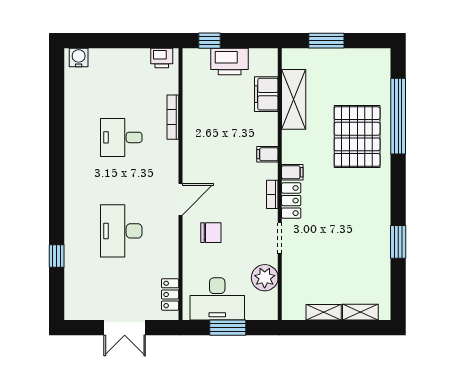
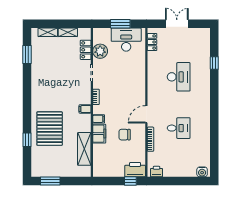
window: (326, 41) -> (50, 181), moved
printer: (230, 62) -> (135, 170), moved
filing cabinet: (266, 94) -> (99, 134), moved
window: (398, 116) -> (27, 140), width x0.32
door: (180, 199) -> (146, 114), moved
locker: (291, 201) -> (86, 50), moved
chair: (211, 233) -> (125, 135), moved
window: (398, 242) -> (27, 54), moved

